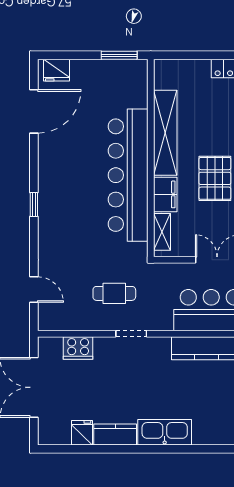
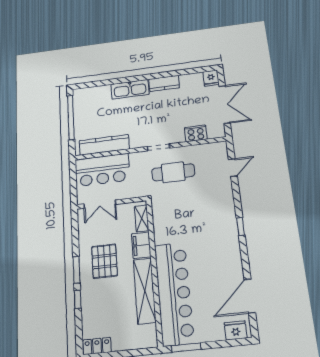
bar counter: (128, 175) -> (174, 293), moved
door: (34, 290) -> (233, 168), swing flipped
cafe table: (114, 293) -> (173, 172), width x1.37, depth x1.35
fridge: (82, 433) -> (211, 78), moved

